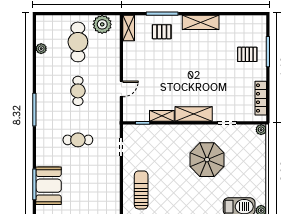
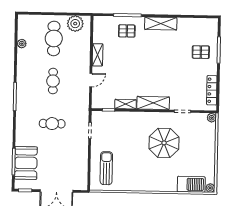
shelving: (129, 28) -> (98, 55), moved

